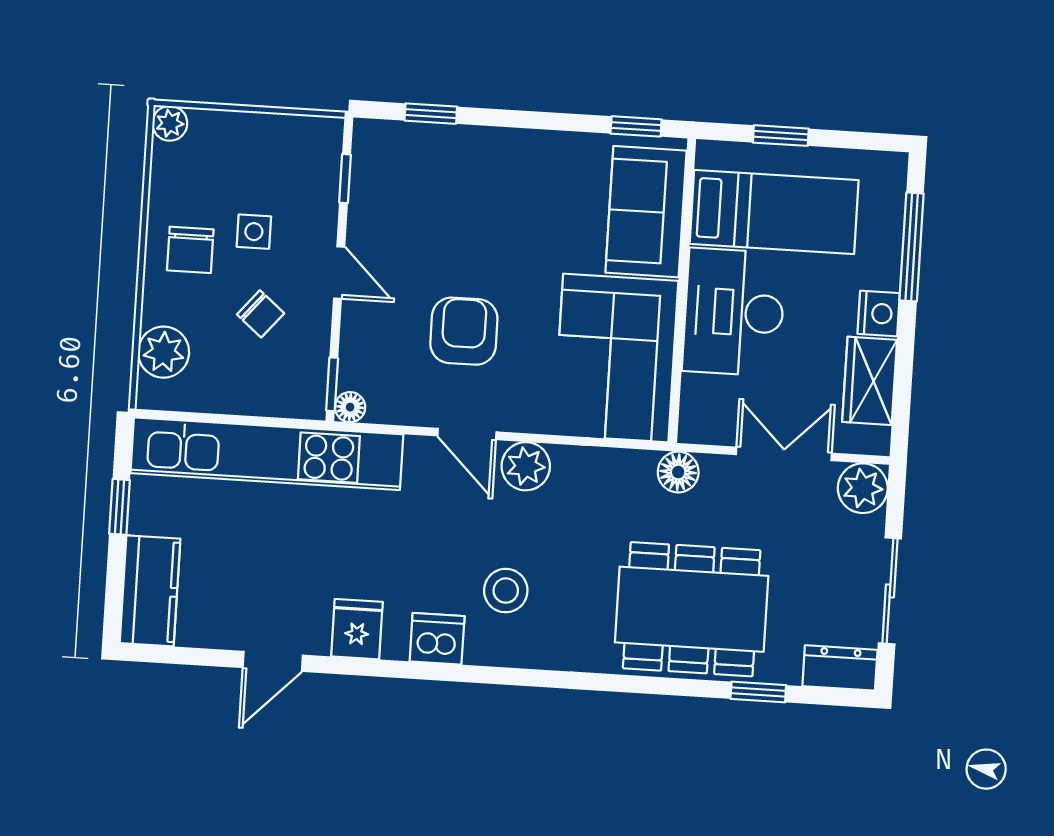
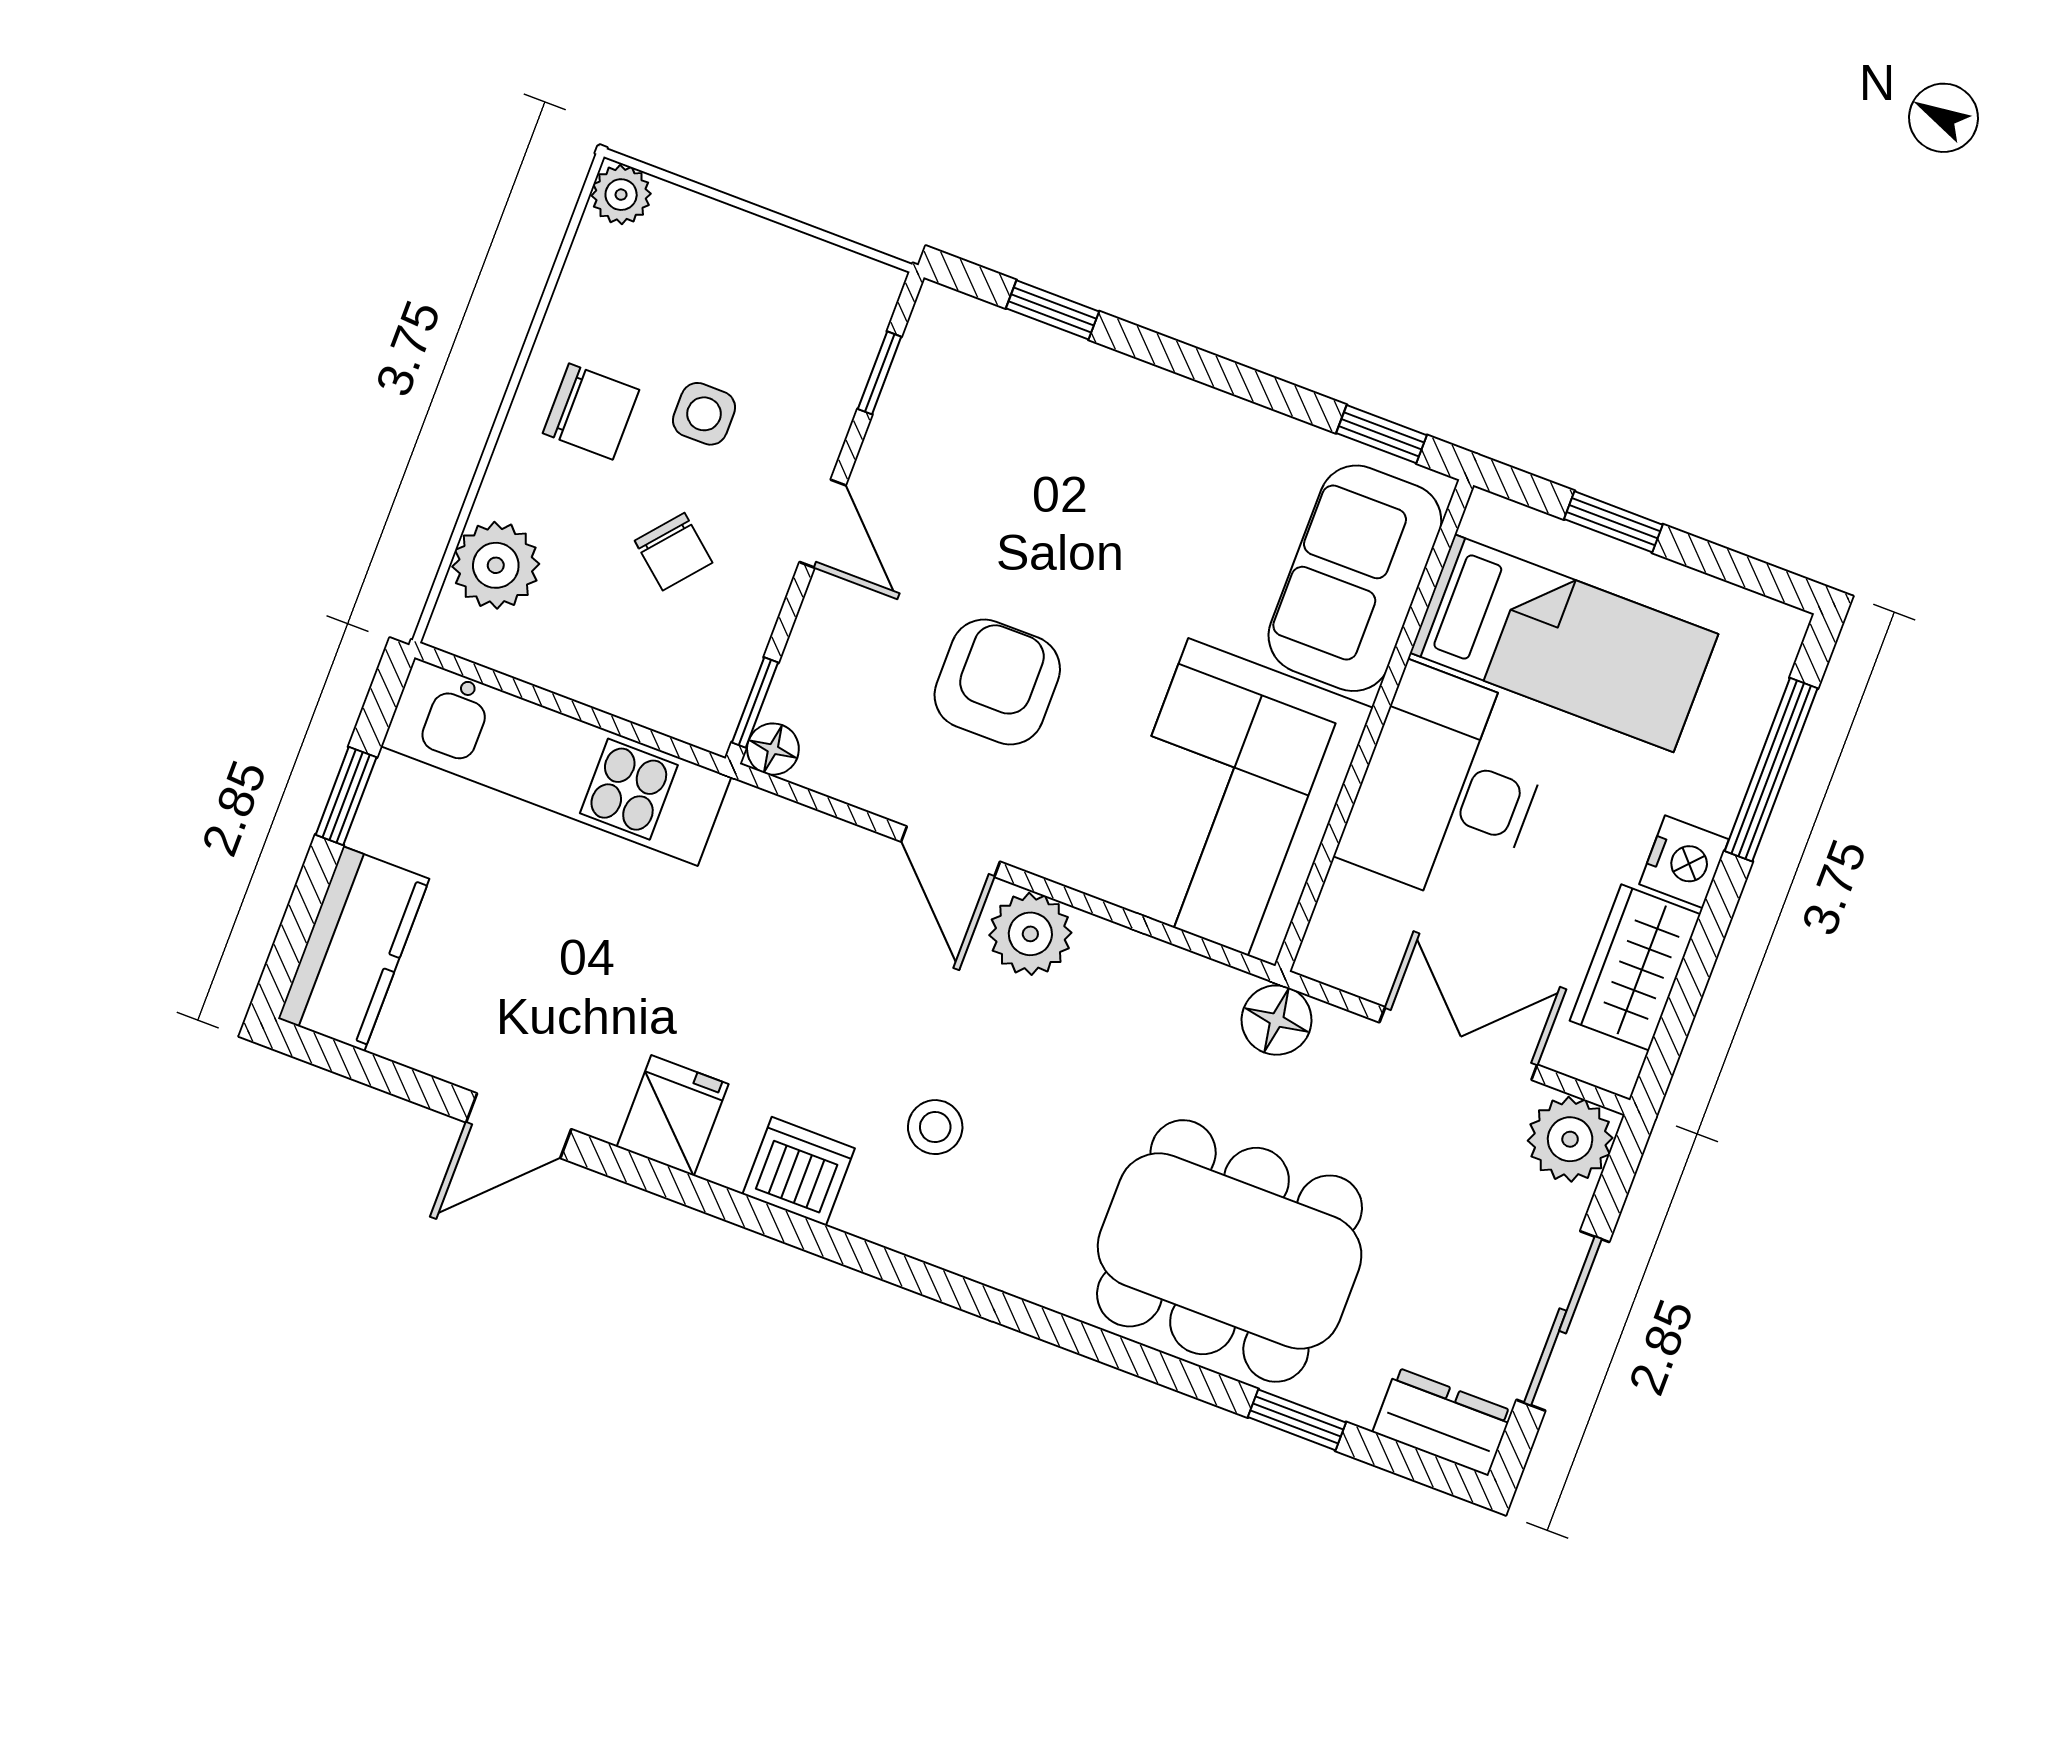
chair: (190, 250) -> (591, 412), turned -90
kitchen unit: (267, 454) -> (556, 762), width x0.73
stool: (506, 591) -> (935, 1127), width x0.73, depth x0.73

